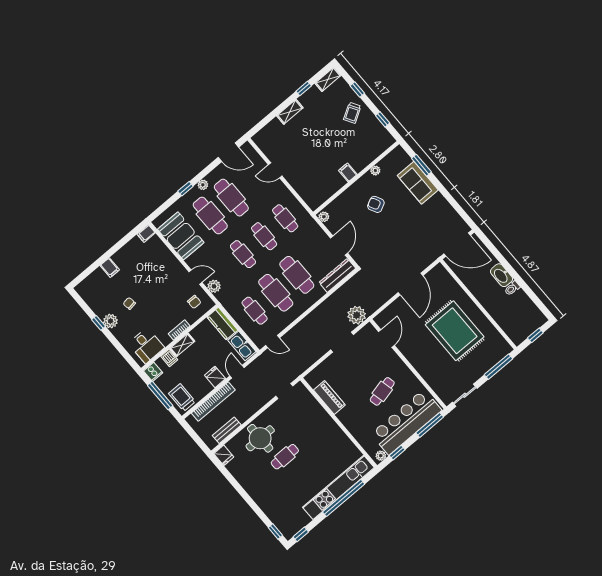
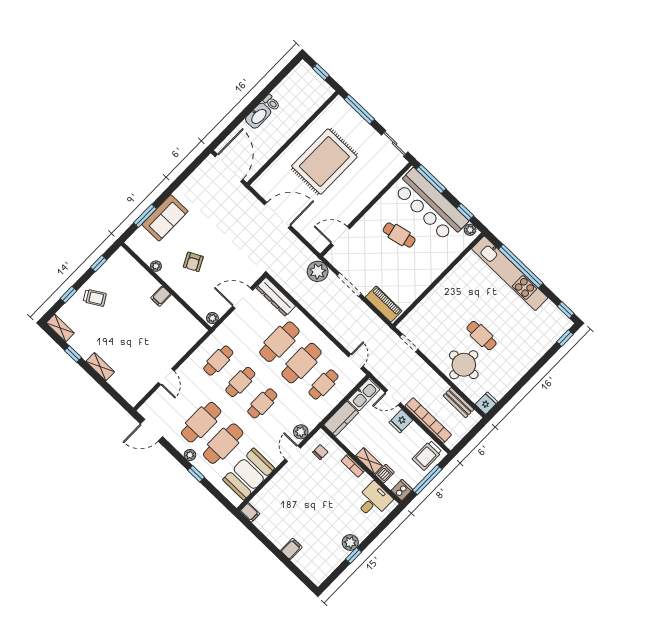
door: (228, 152) -> (151, 430), swing flipped
chair: (129, 303) -> (329, 524), removed
piano: (329, 397) -> (384, 304), moved, turned 90

